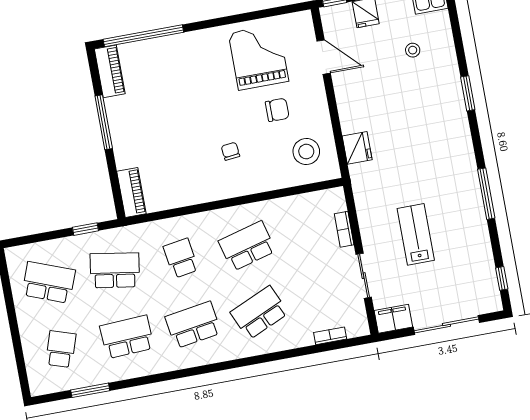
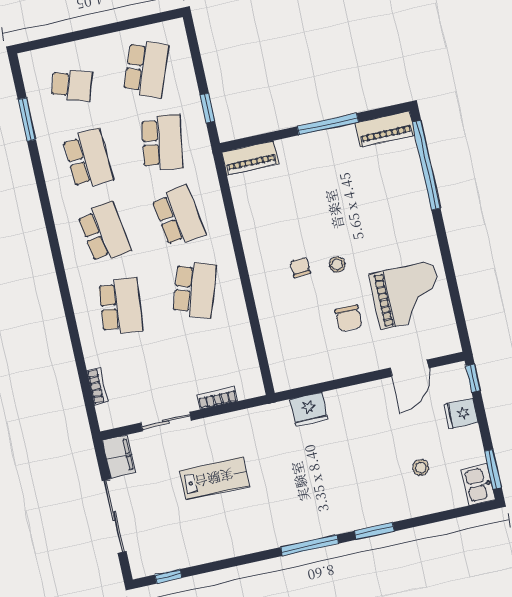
chair: (230, 151) -> (300, 267), turned -86
stool: (306, 151) -> (337, 265), moved, width x0.53, depth x0.53
window: (486, 194) -> (310, 545), moved
school desk: (247, 246) -> (195, 290), turned 33
school desk: (181, 258) -> (179, 216), width x1.85
school desk: (259, 313) -> (121, 306), turned 30

